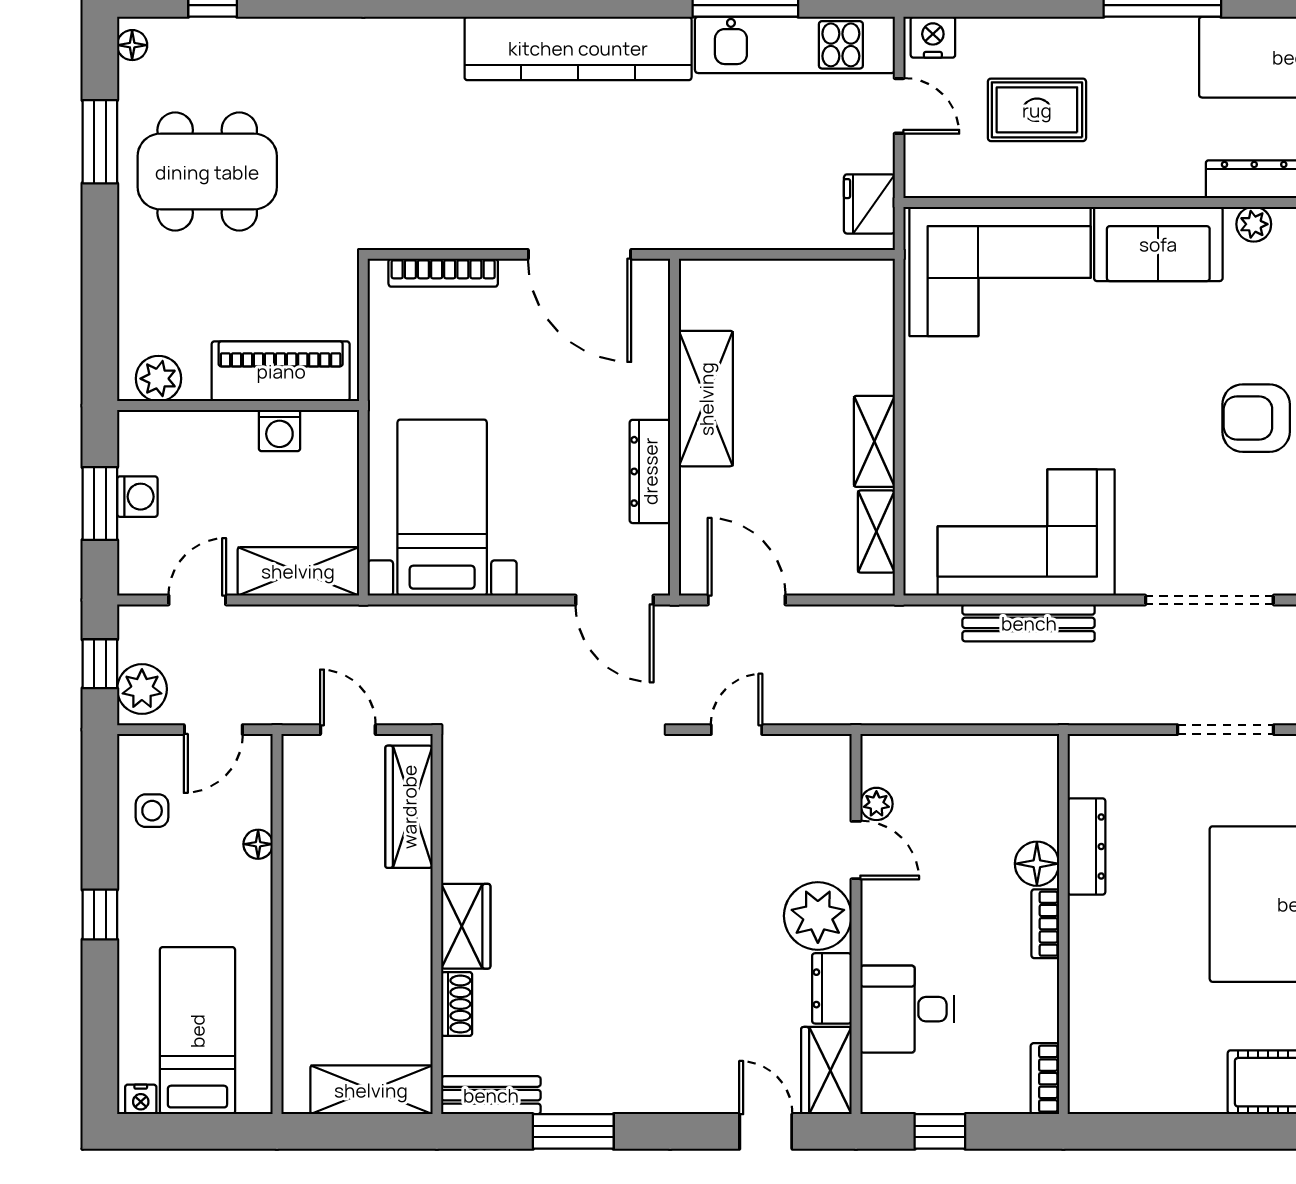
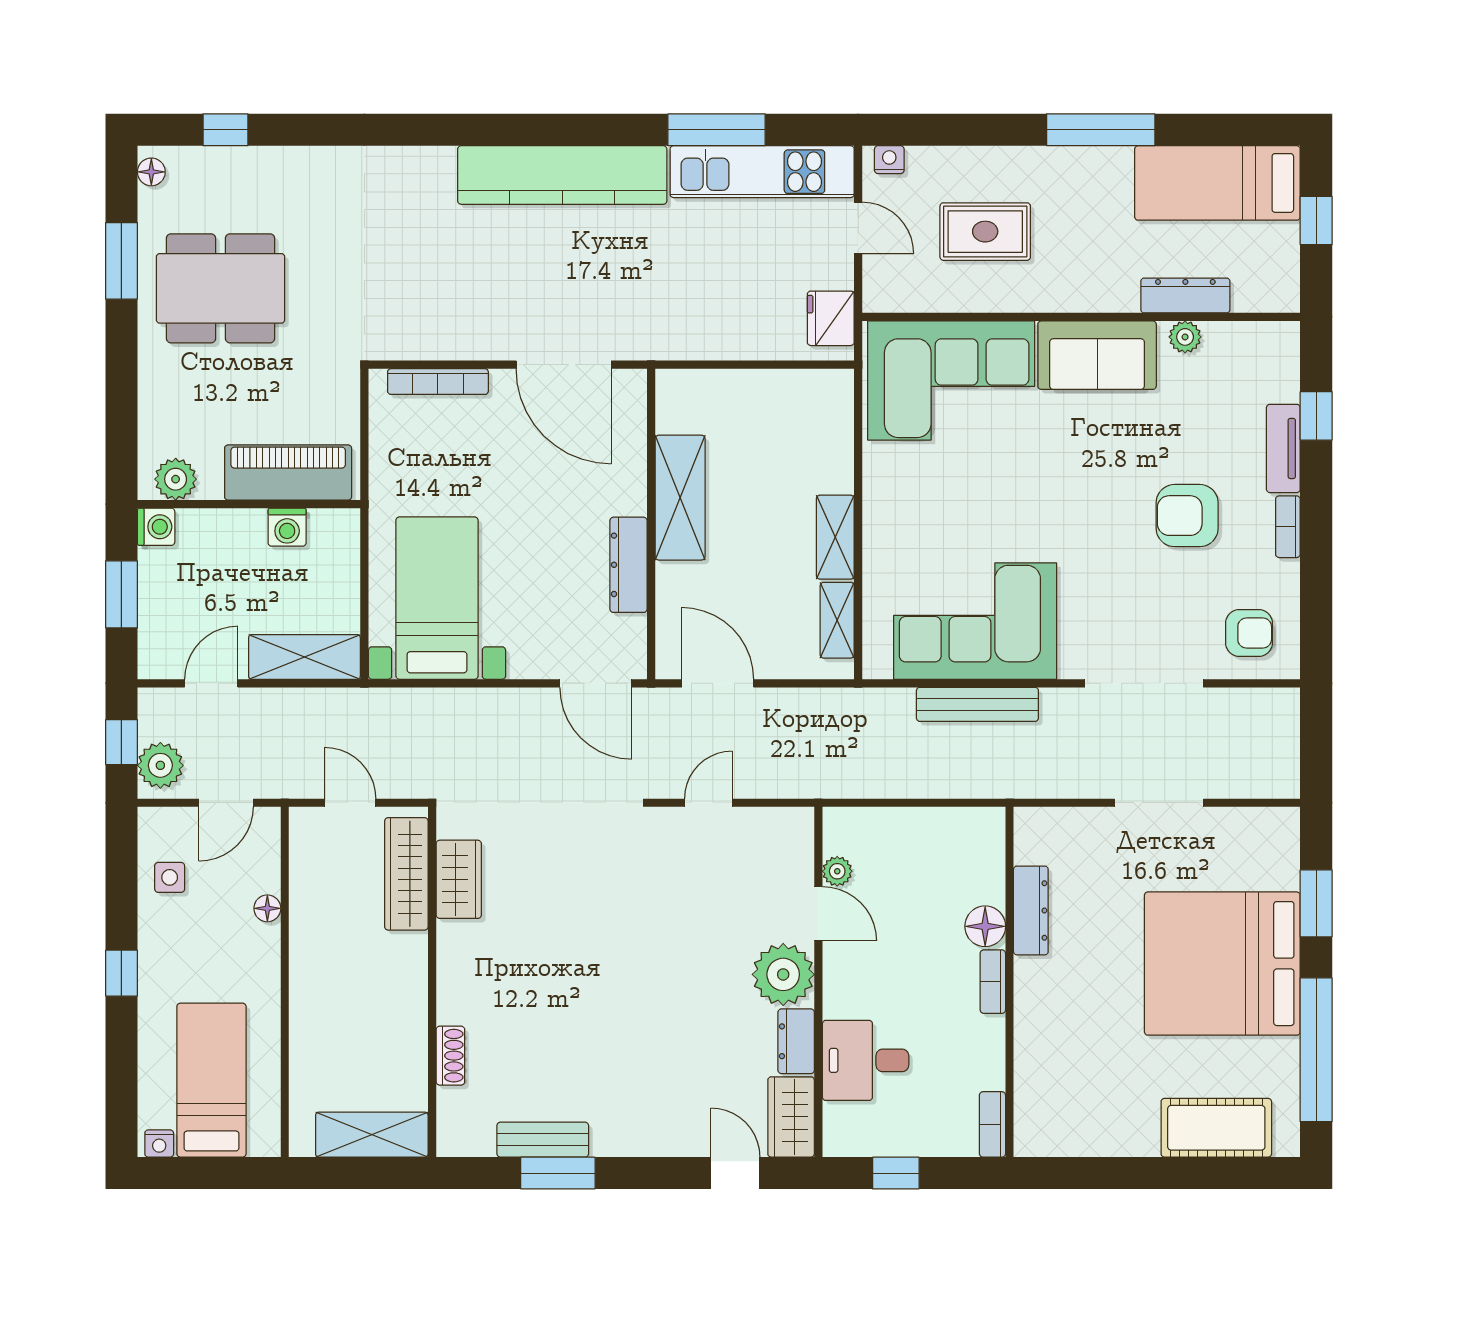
nightstand: (933, 37) -> (889, 160), width x0.72, depth x0.74
washing machine: (137, 497) -> (156, 527), moved
wardrobe: (466, 926) -> (459, 879), moved
bench: (491, 1095) -> (543, 1140), moved

